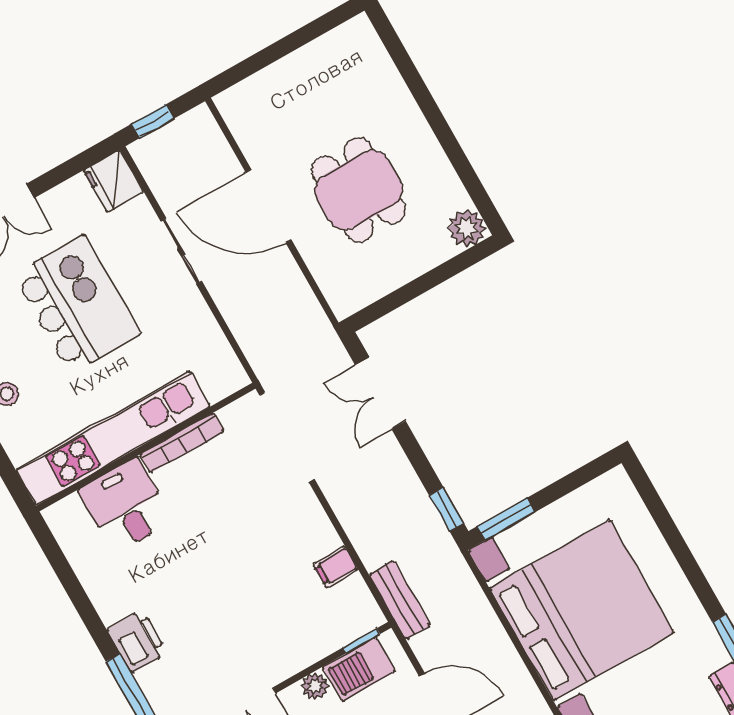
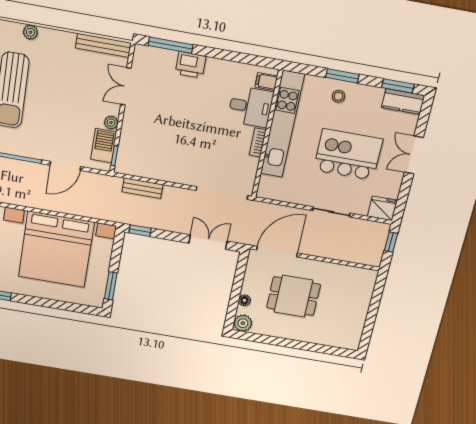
door: (269, 206) -> (277, 252), moved
floor lamp: (428, 258) -> (244, 300), added
kitchen island: (77, 304) -> (348, 155), turned 180
bookcase: (182, 443) -> (258, 142), width x0.64
window: (506, 519) -> (111, 286), moved
filing cabinet: (336, 567) -> (266, 81), moved, turned -90
bench: (400, 600) -> (142, 188), moved

